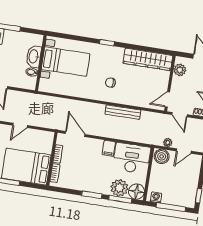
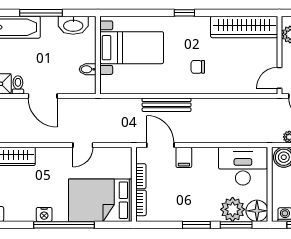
washbasin: (34, 56) -> (73, 25), moved, turned -90
bench: (123, 112) -> (167, 105), moved
filing cabinet: (109, 148) -> (184, 157), moved

